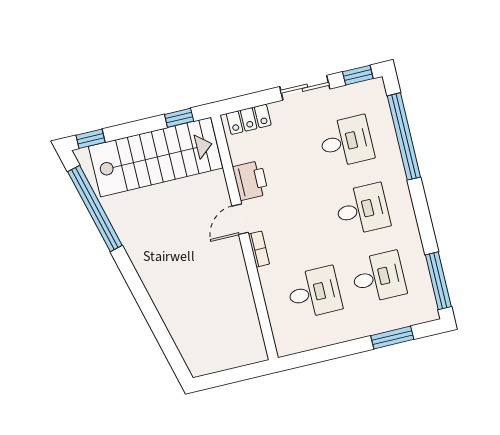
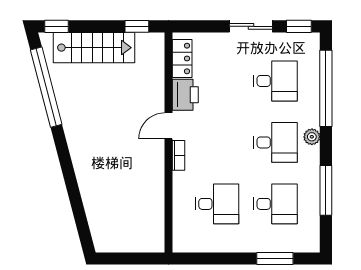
locker: (249, 119) -> (182, 58), moved, turned -90
stairs: (156, 157) -> (94, 48), width x0.73, depth x0.66
plant: (401, 194) -> (312, 137), added
window: (438, 281) -> (326, 190), moved

